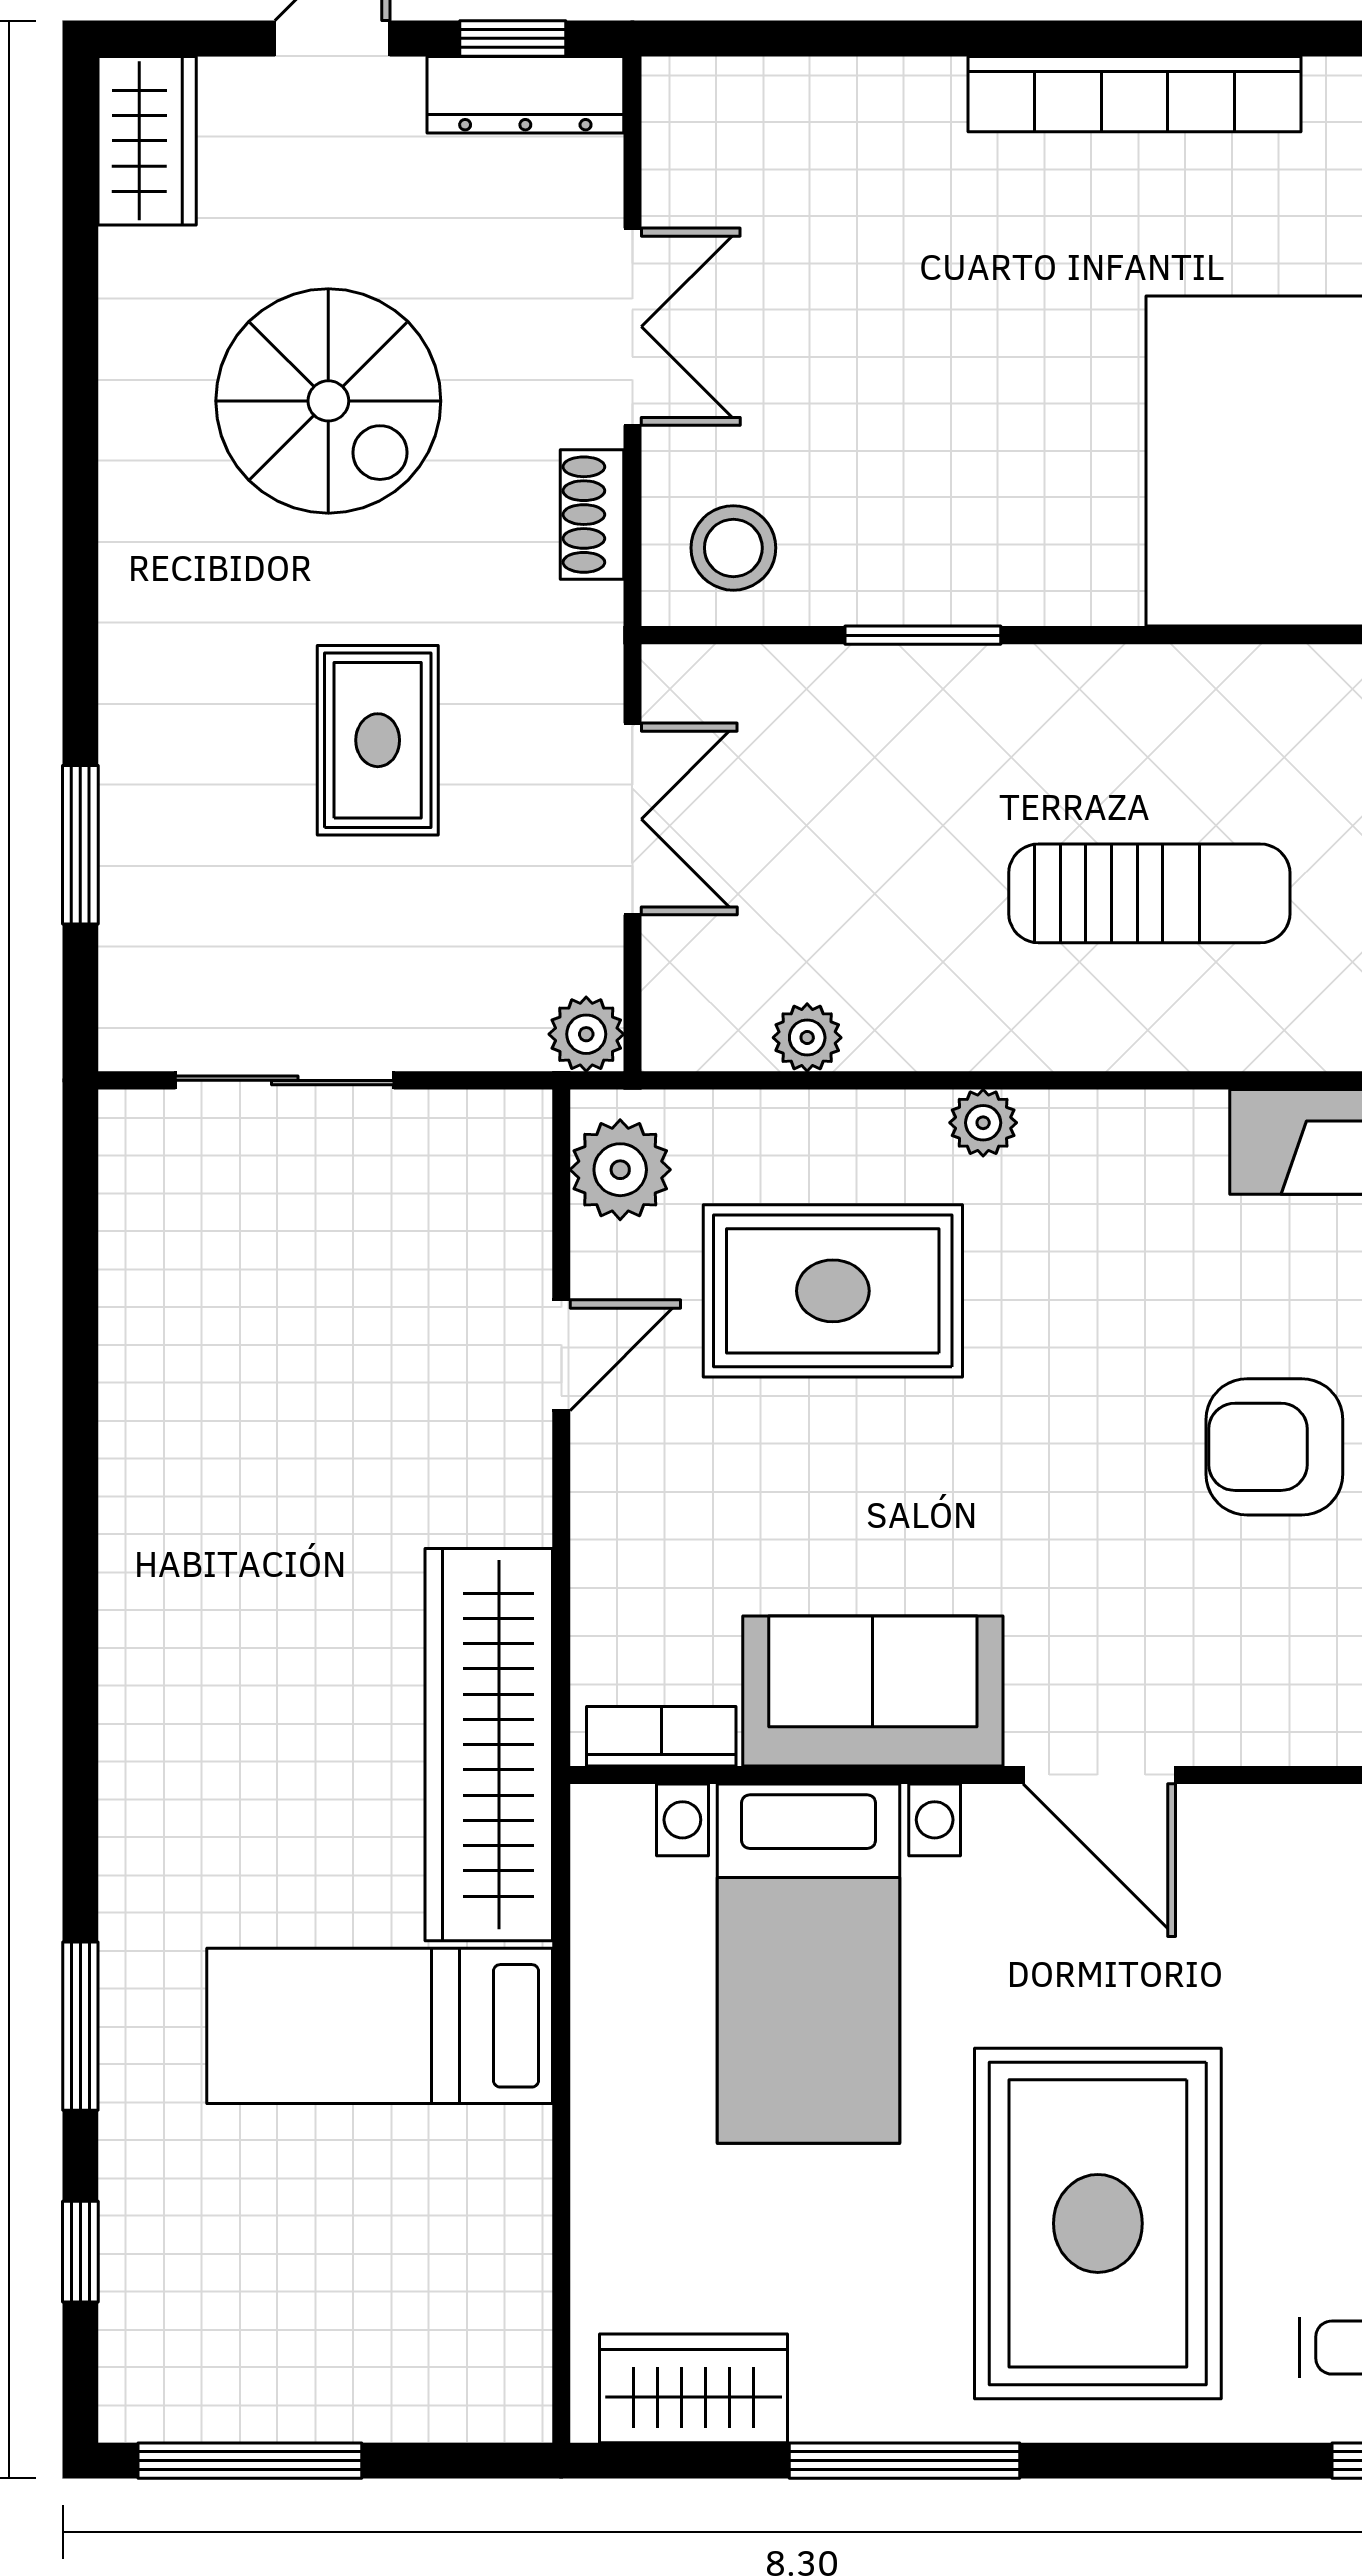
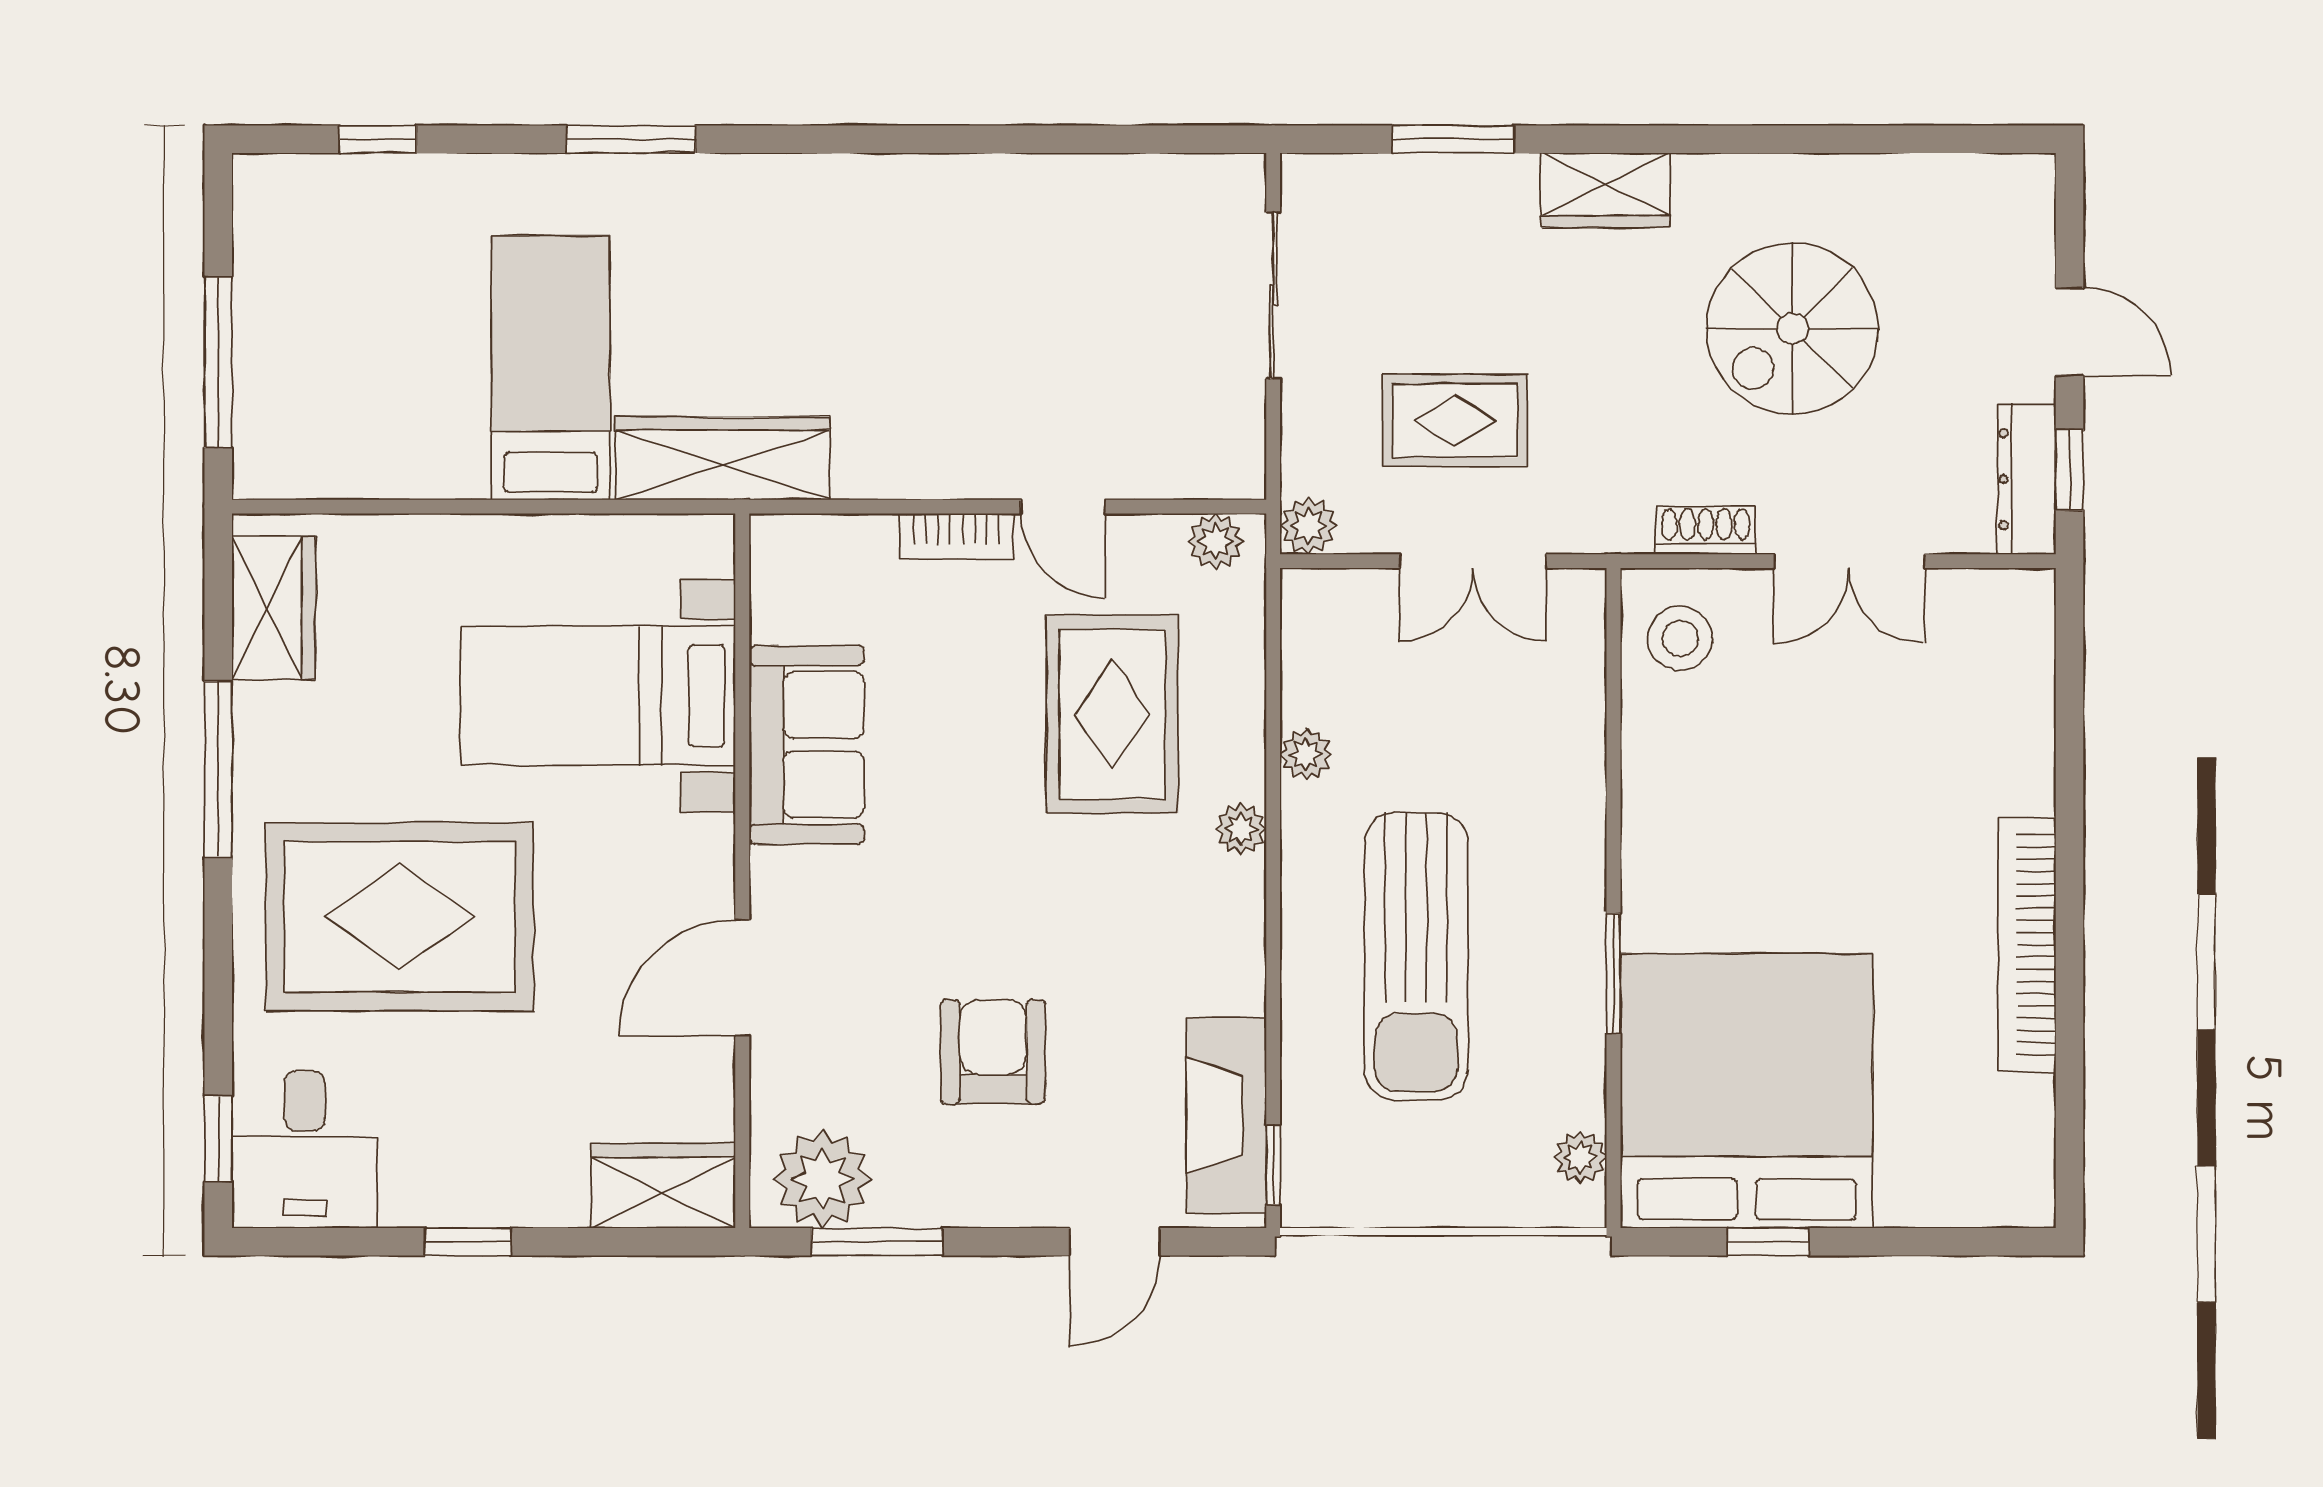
wardrobe: (147, 141) -> (1605, 190), moved
window: (923, 635) -> (1613, 973), moved
rug: (378, 740) -> (1455, 421), moved
sun lounger: (1149, 893) -> (1416, 956), width x1.36, depth x1.34
plant: (807, 1038) -> (1306, 754), moved
plant: (620, 1170) -> (1215, 541), width x0.73, depth x0.73
bookcase: (661, 1736) -> (957, 536), moved, turned 90
wardrobe: (489, 1745) -> (723, 458), width x0.71, depth x0.85
door: (1099, 1775) -> (742, 978), moved
window: (80, 2026) -> (631, 139), moved
window: (250, 2461) -> (218, 362), moved

